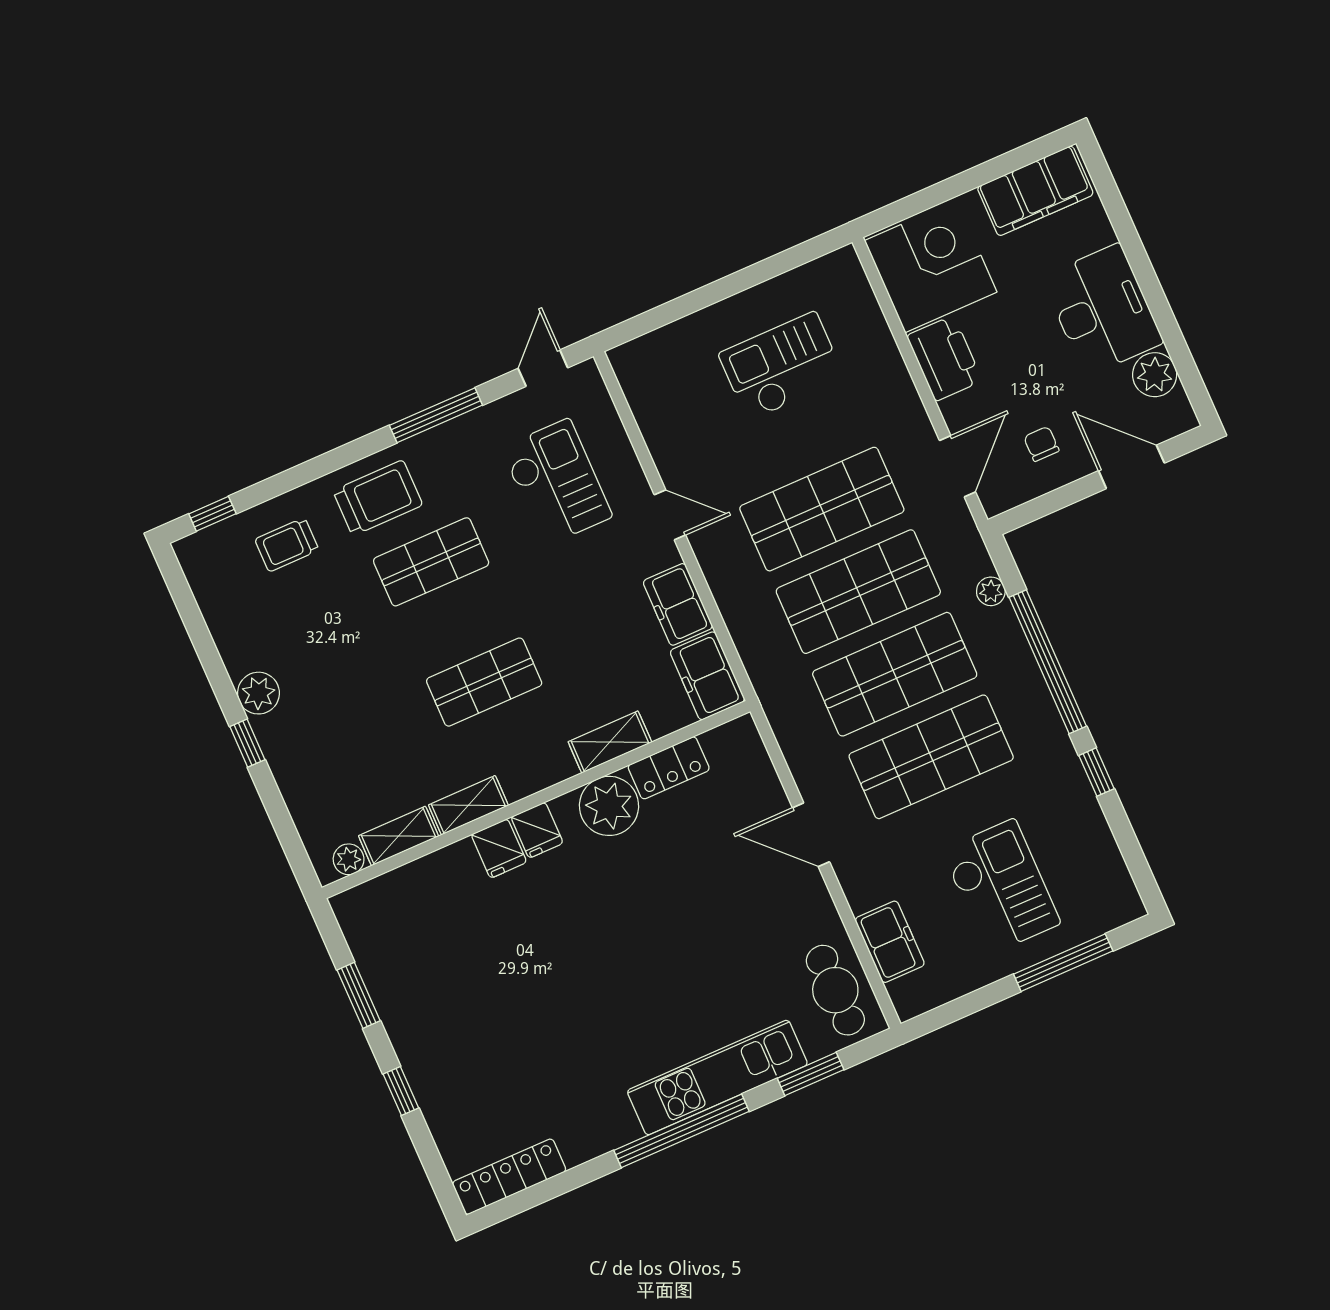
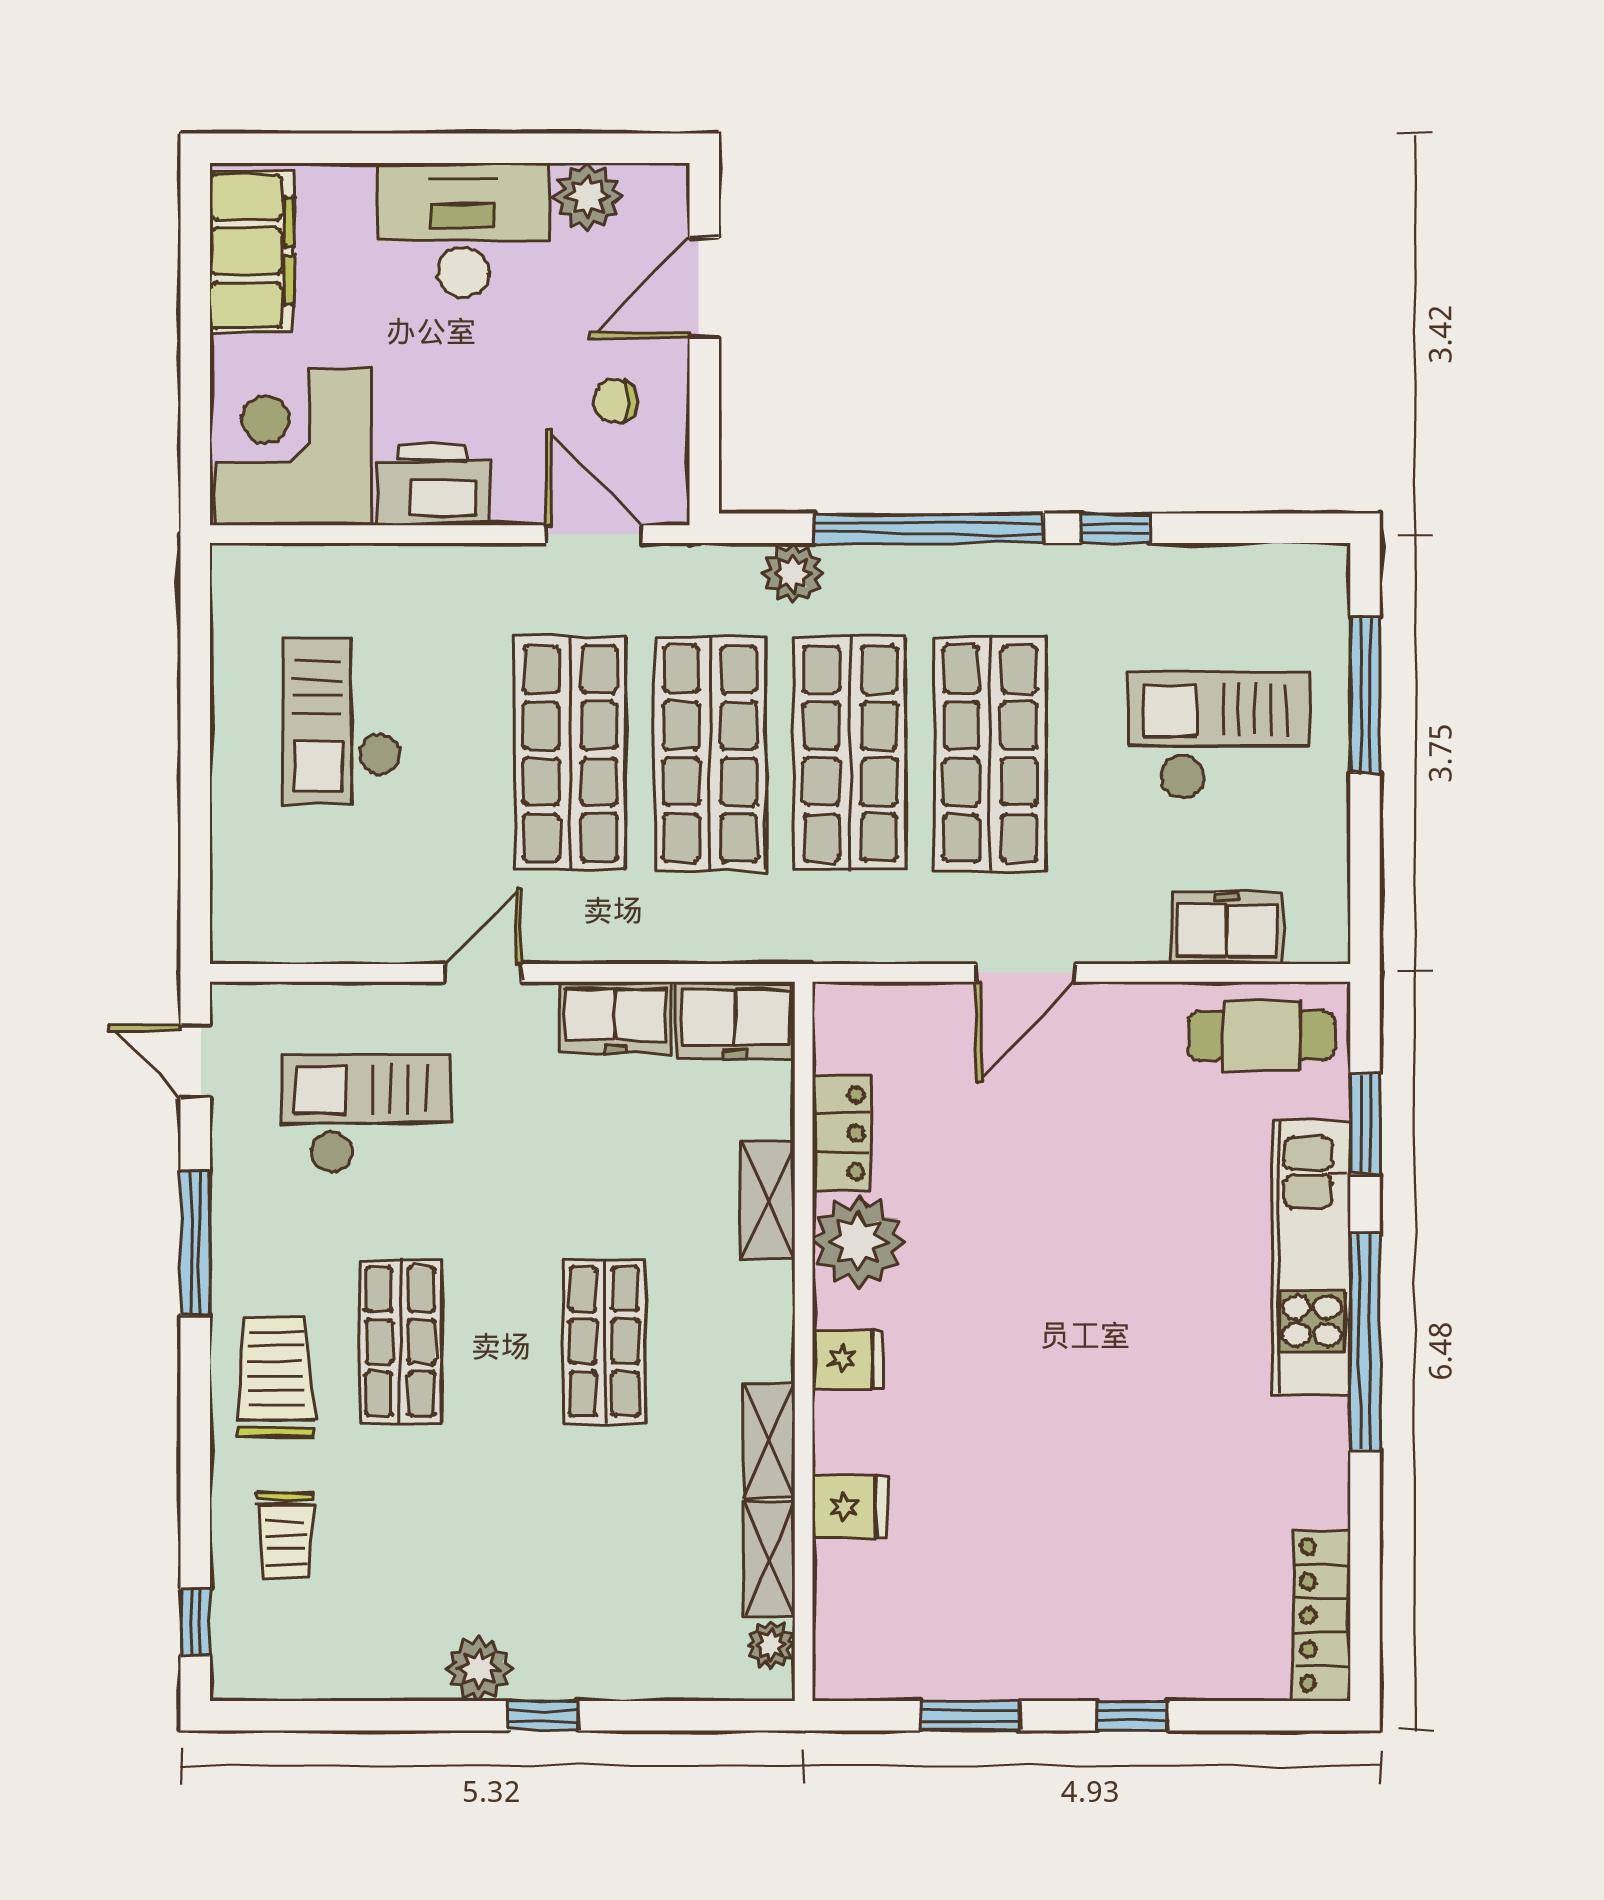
plant: (991, 591) -> (793, 574), width x1.38, depth x1.38
fridge: (499, 848) -> (850, 1507), moved

